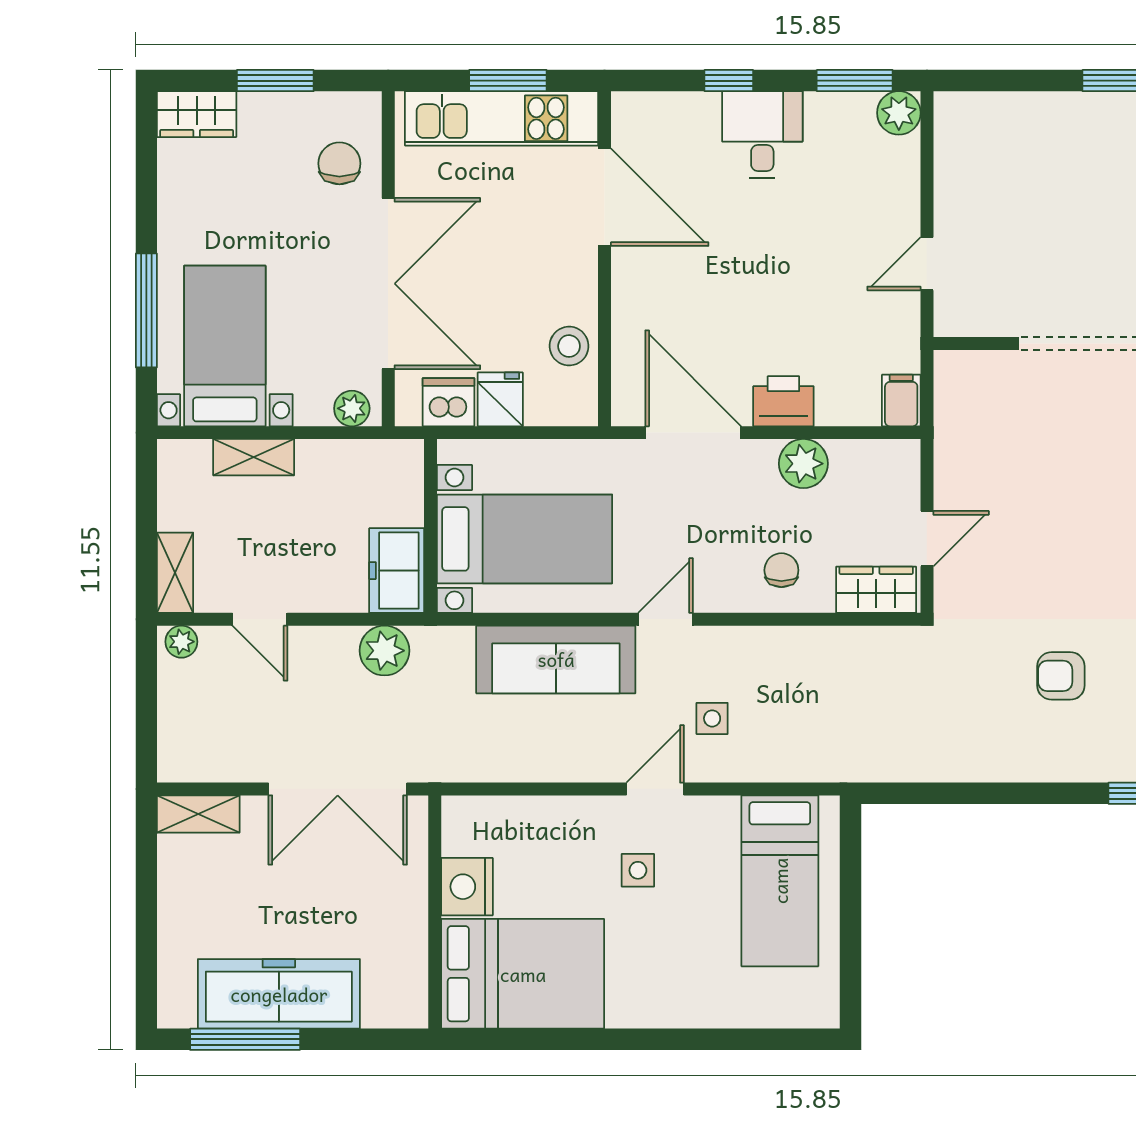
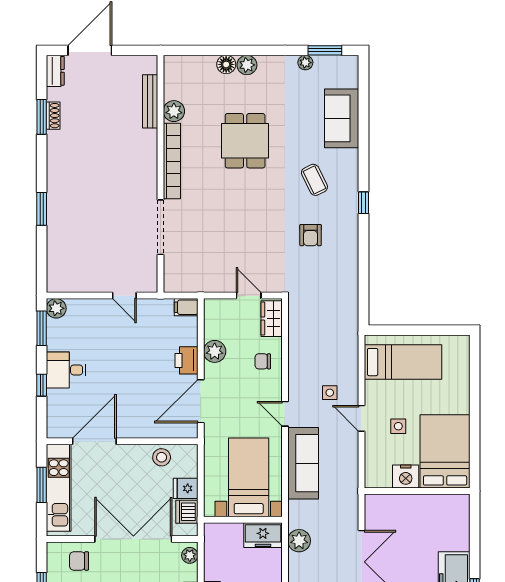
nightstand: (467, 887) -> (406, 477), moved
wall: (435, 912) -> (417, 491), moved
bed: (523, 974) -> (445, 451), moved

